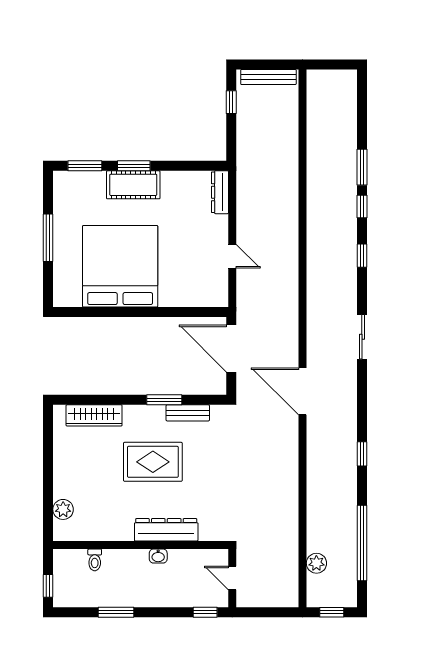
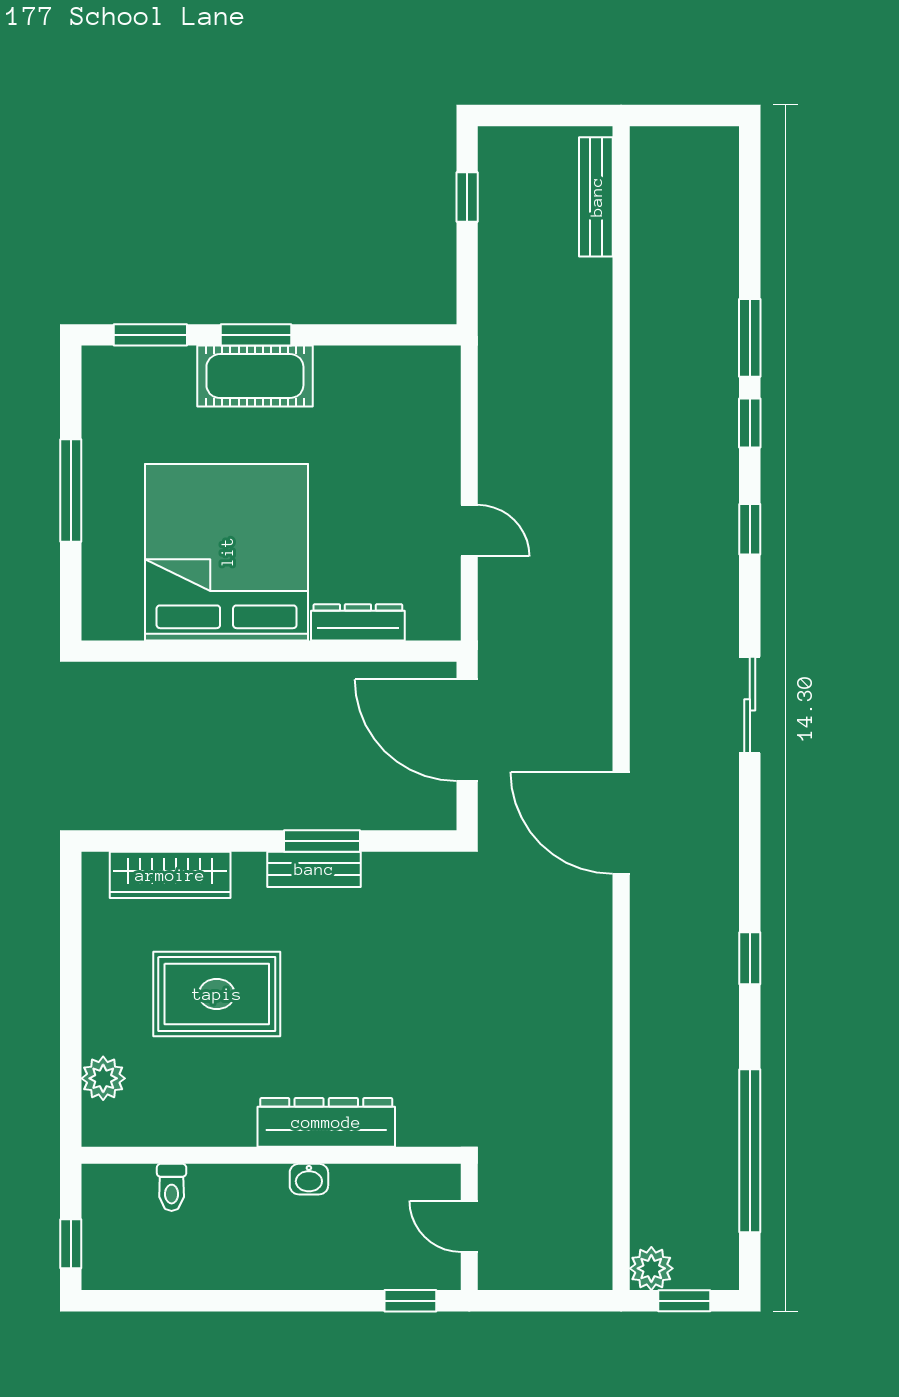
bench: (268, 77) -> (596, 197), moved, turned 90
dresser: (220, 192) -> (358, 622), moved, turned 90
bench: (188, 413) -> (314, 869), moved
rug: (153, 462) -> (217, 994), moved
plant: (316, 563) -> (651, 1268), moved
window: (116, 612) -> (218, 1301), removed

